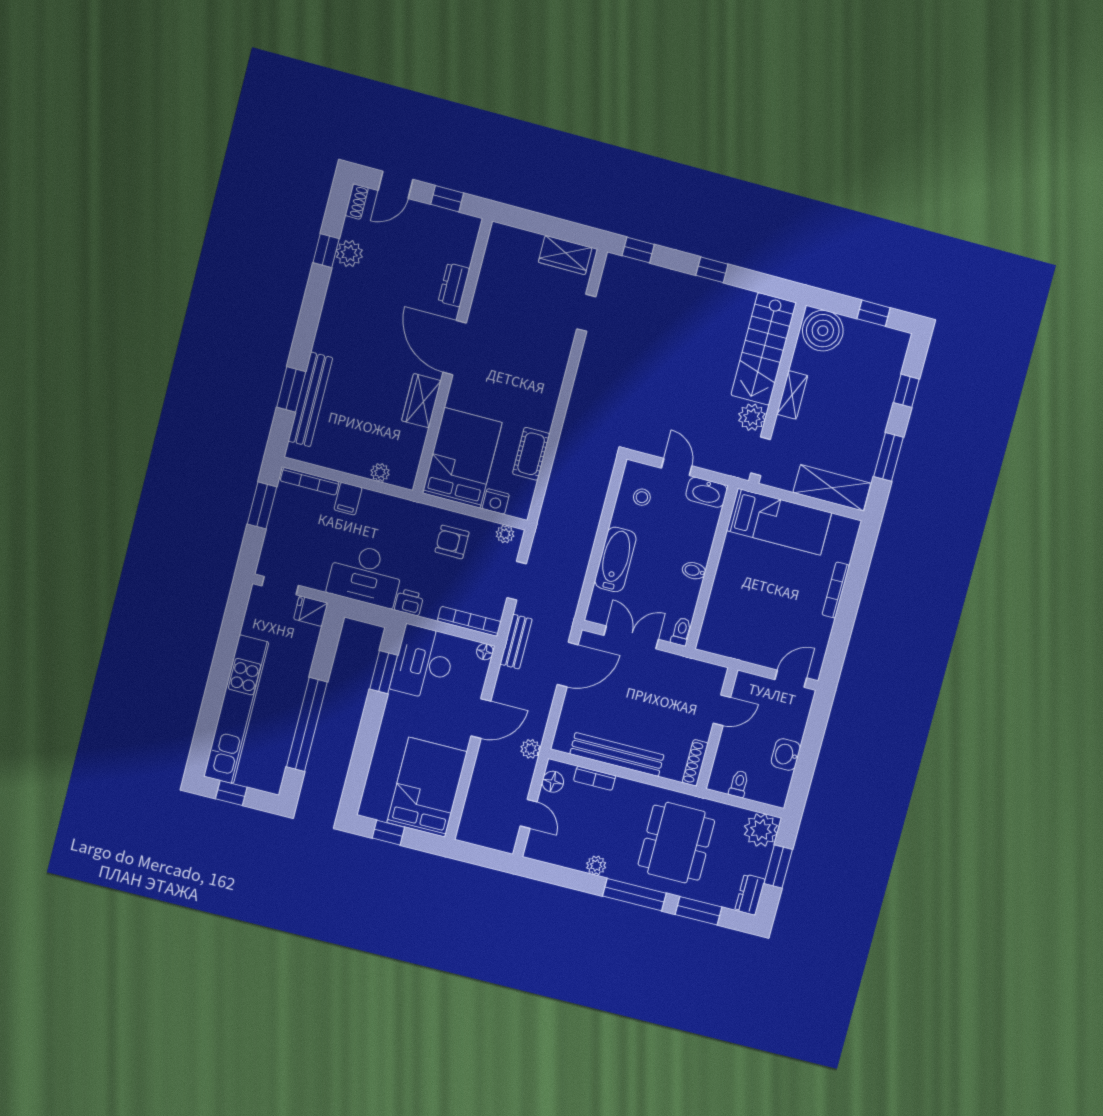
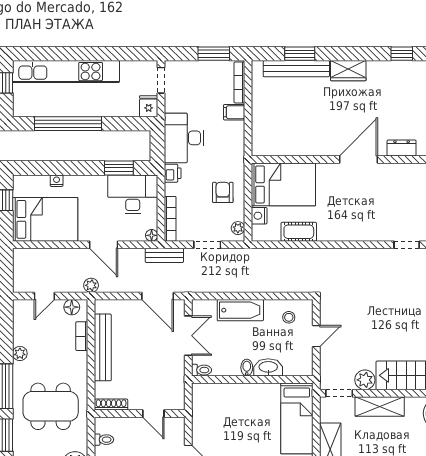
plant: (349, 254) -> (404, 70), removed
shelving: (792, 395) -> (380, 406), width x1.50, depth x1.33
wardrobe: (421, 401) -> (348, 71), moved, turned 180
plant: (380, 472) -> (258, 130), removed
washbasin: (706, 492) -> (268, 367), moved, turned 90
nightstand: (379, 759) -> (57, 181), added

